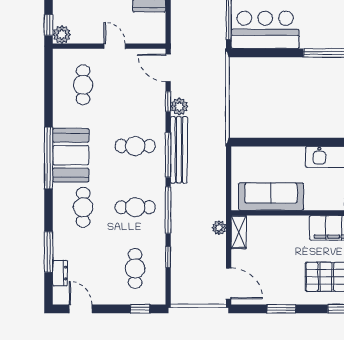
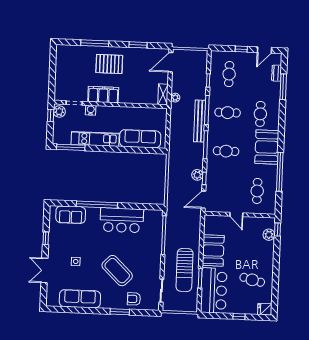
bar counter: (265, 30) -> (122, 220), moved
plant: (62, 35) -> (269, 235), moved
door: (168, 68) -> (203, 200), swing flipped
bench: (179, 150) -> (200, 121), moved
window: (49, 158) -> (280, 172), moved
sofa: (271, 197) -> (140, 139), moved, turned 180
door: (229, 283) -> (171, 62), hinge flipped
door: (81, 309) -> (264, 50), hinge flipped
window: (140, 309) -> (241, 49), moved

